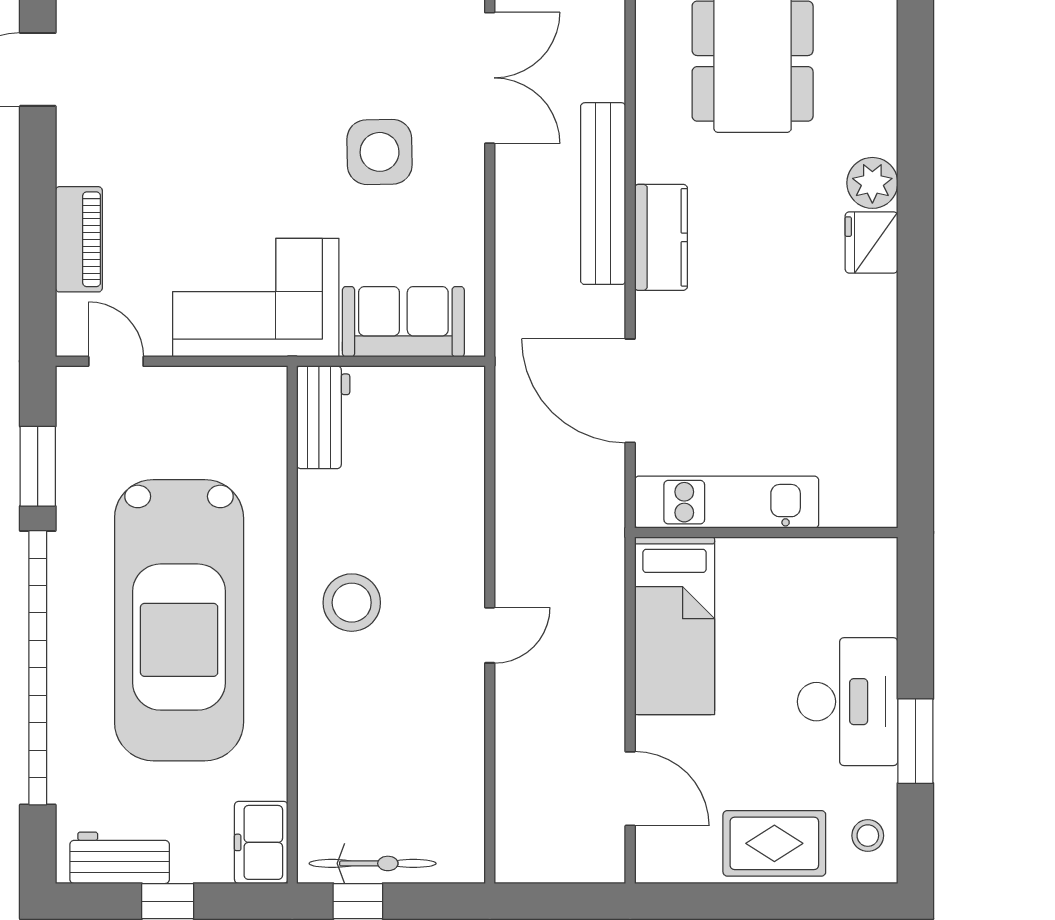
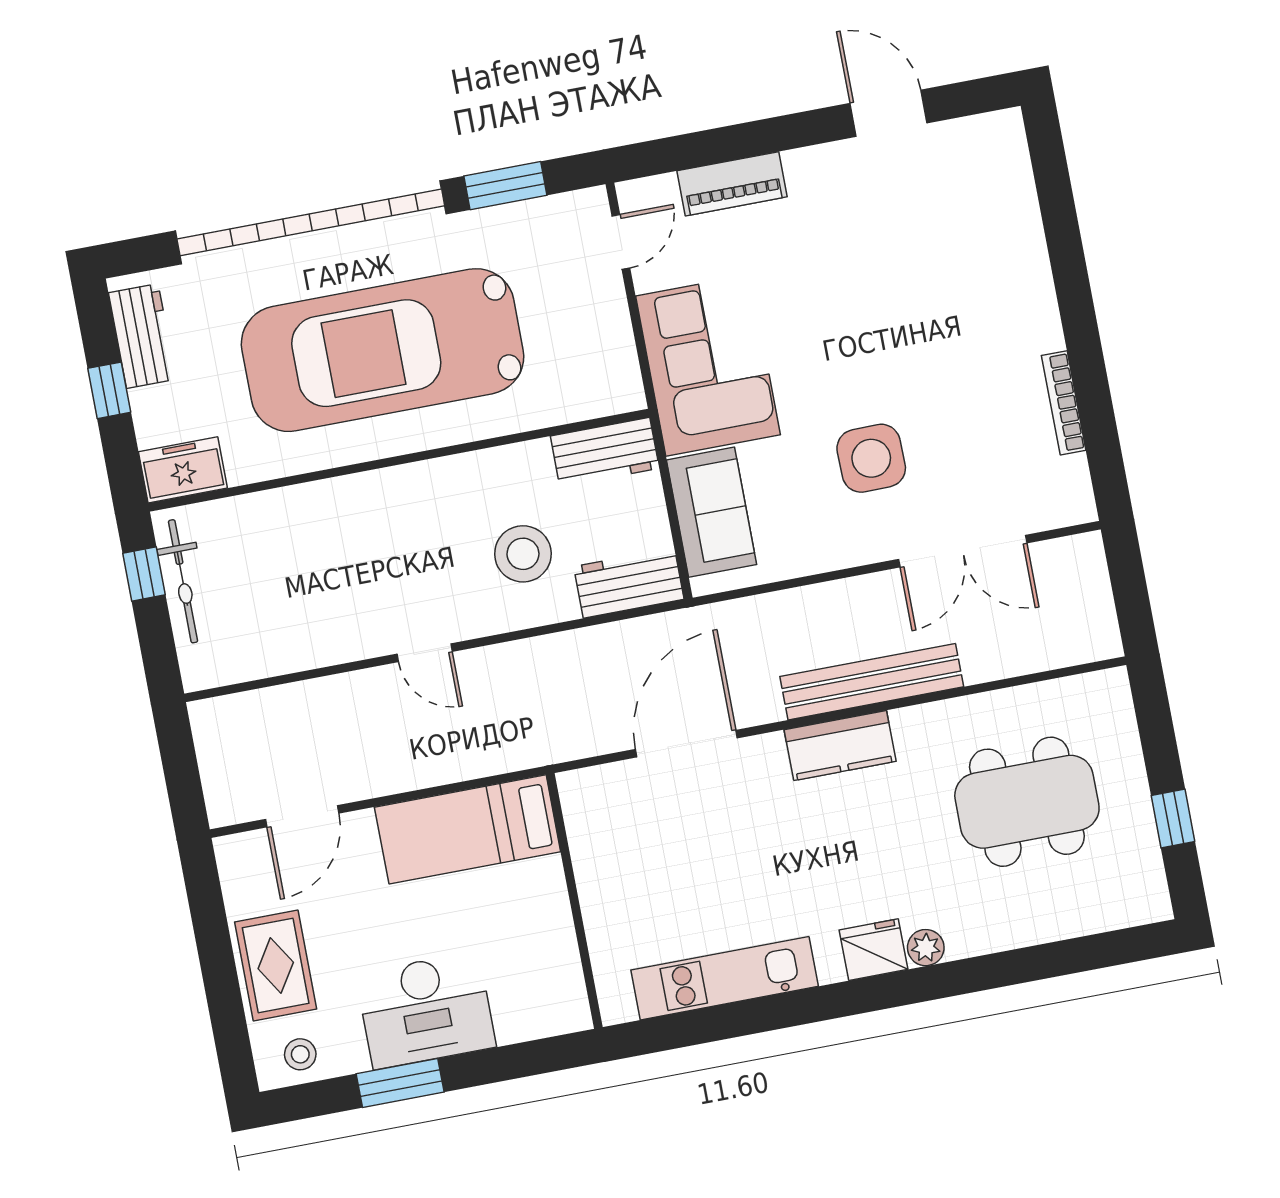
plant: (872, 183) -> (926, 948), width x0.73, depth x0.73
workbench: (458, 418) -> (629, 583), added
kitchen unit: (727, 502) -> (725, 978), moved, turned -90
stool: (352, 603) -> (523, 554), moved

